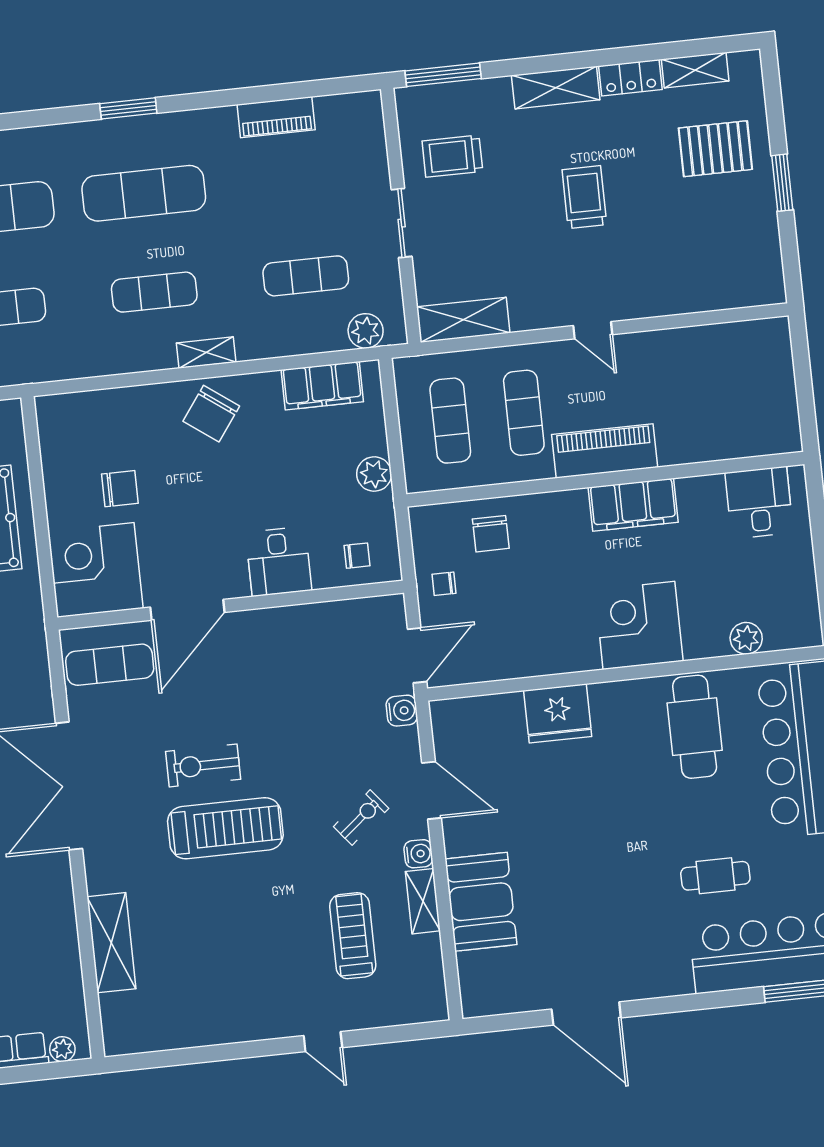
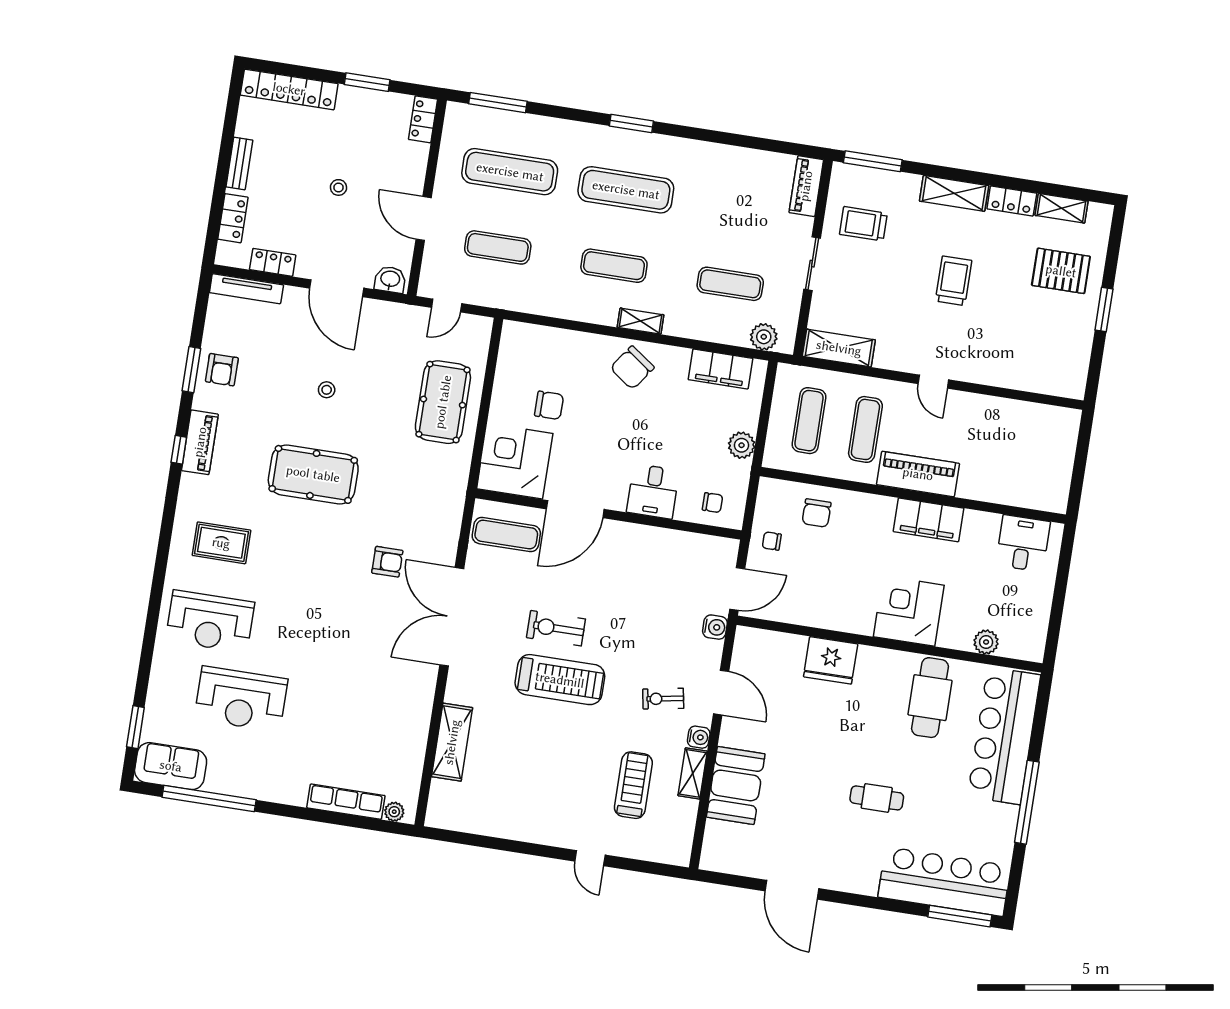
piano: (276, 117) -> (806, 186), moved, turned 90
exercise bike: (361, 817) -> (663, 699), turned -151
cafe table: (715, 876) -> (877, 798), moved

